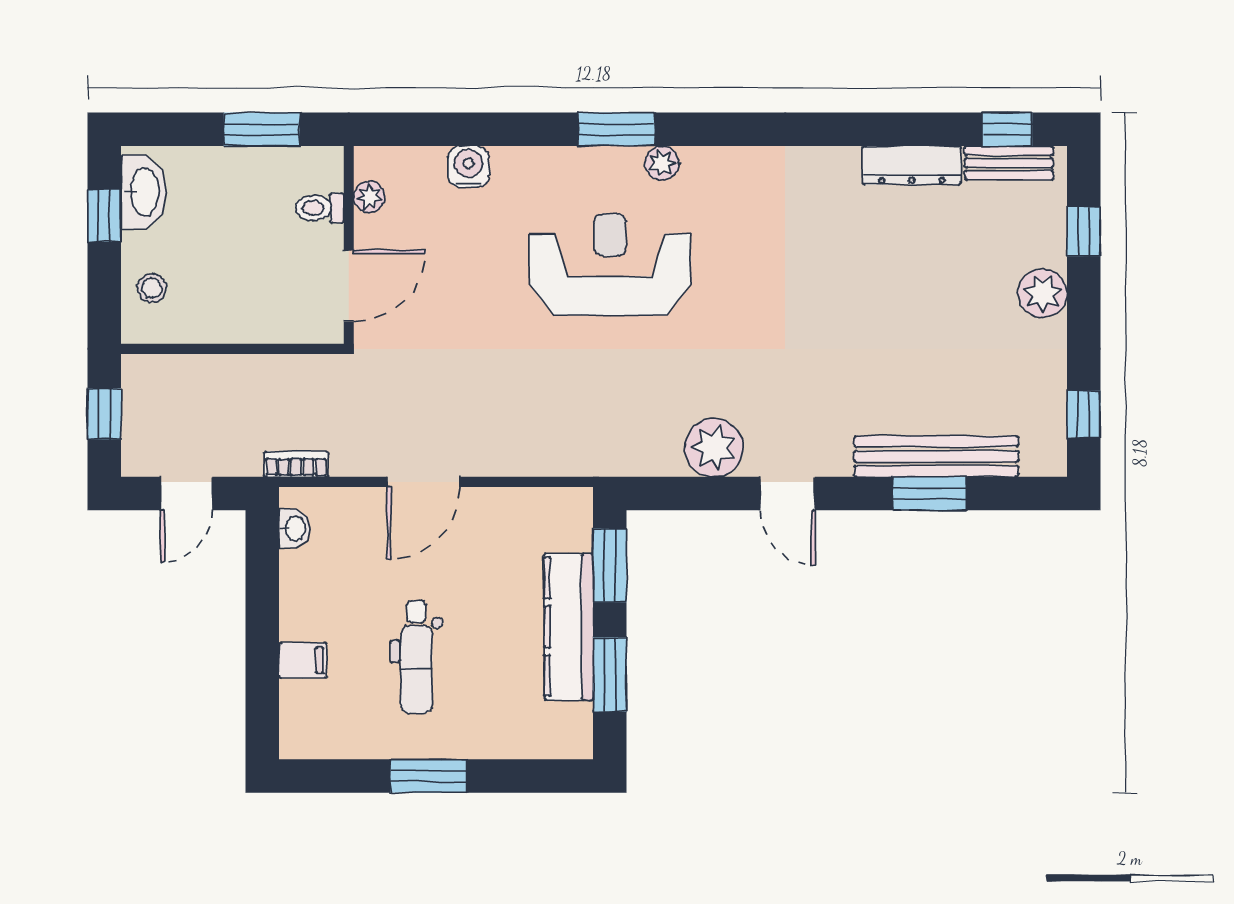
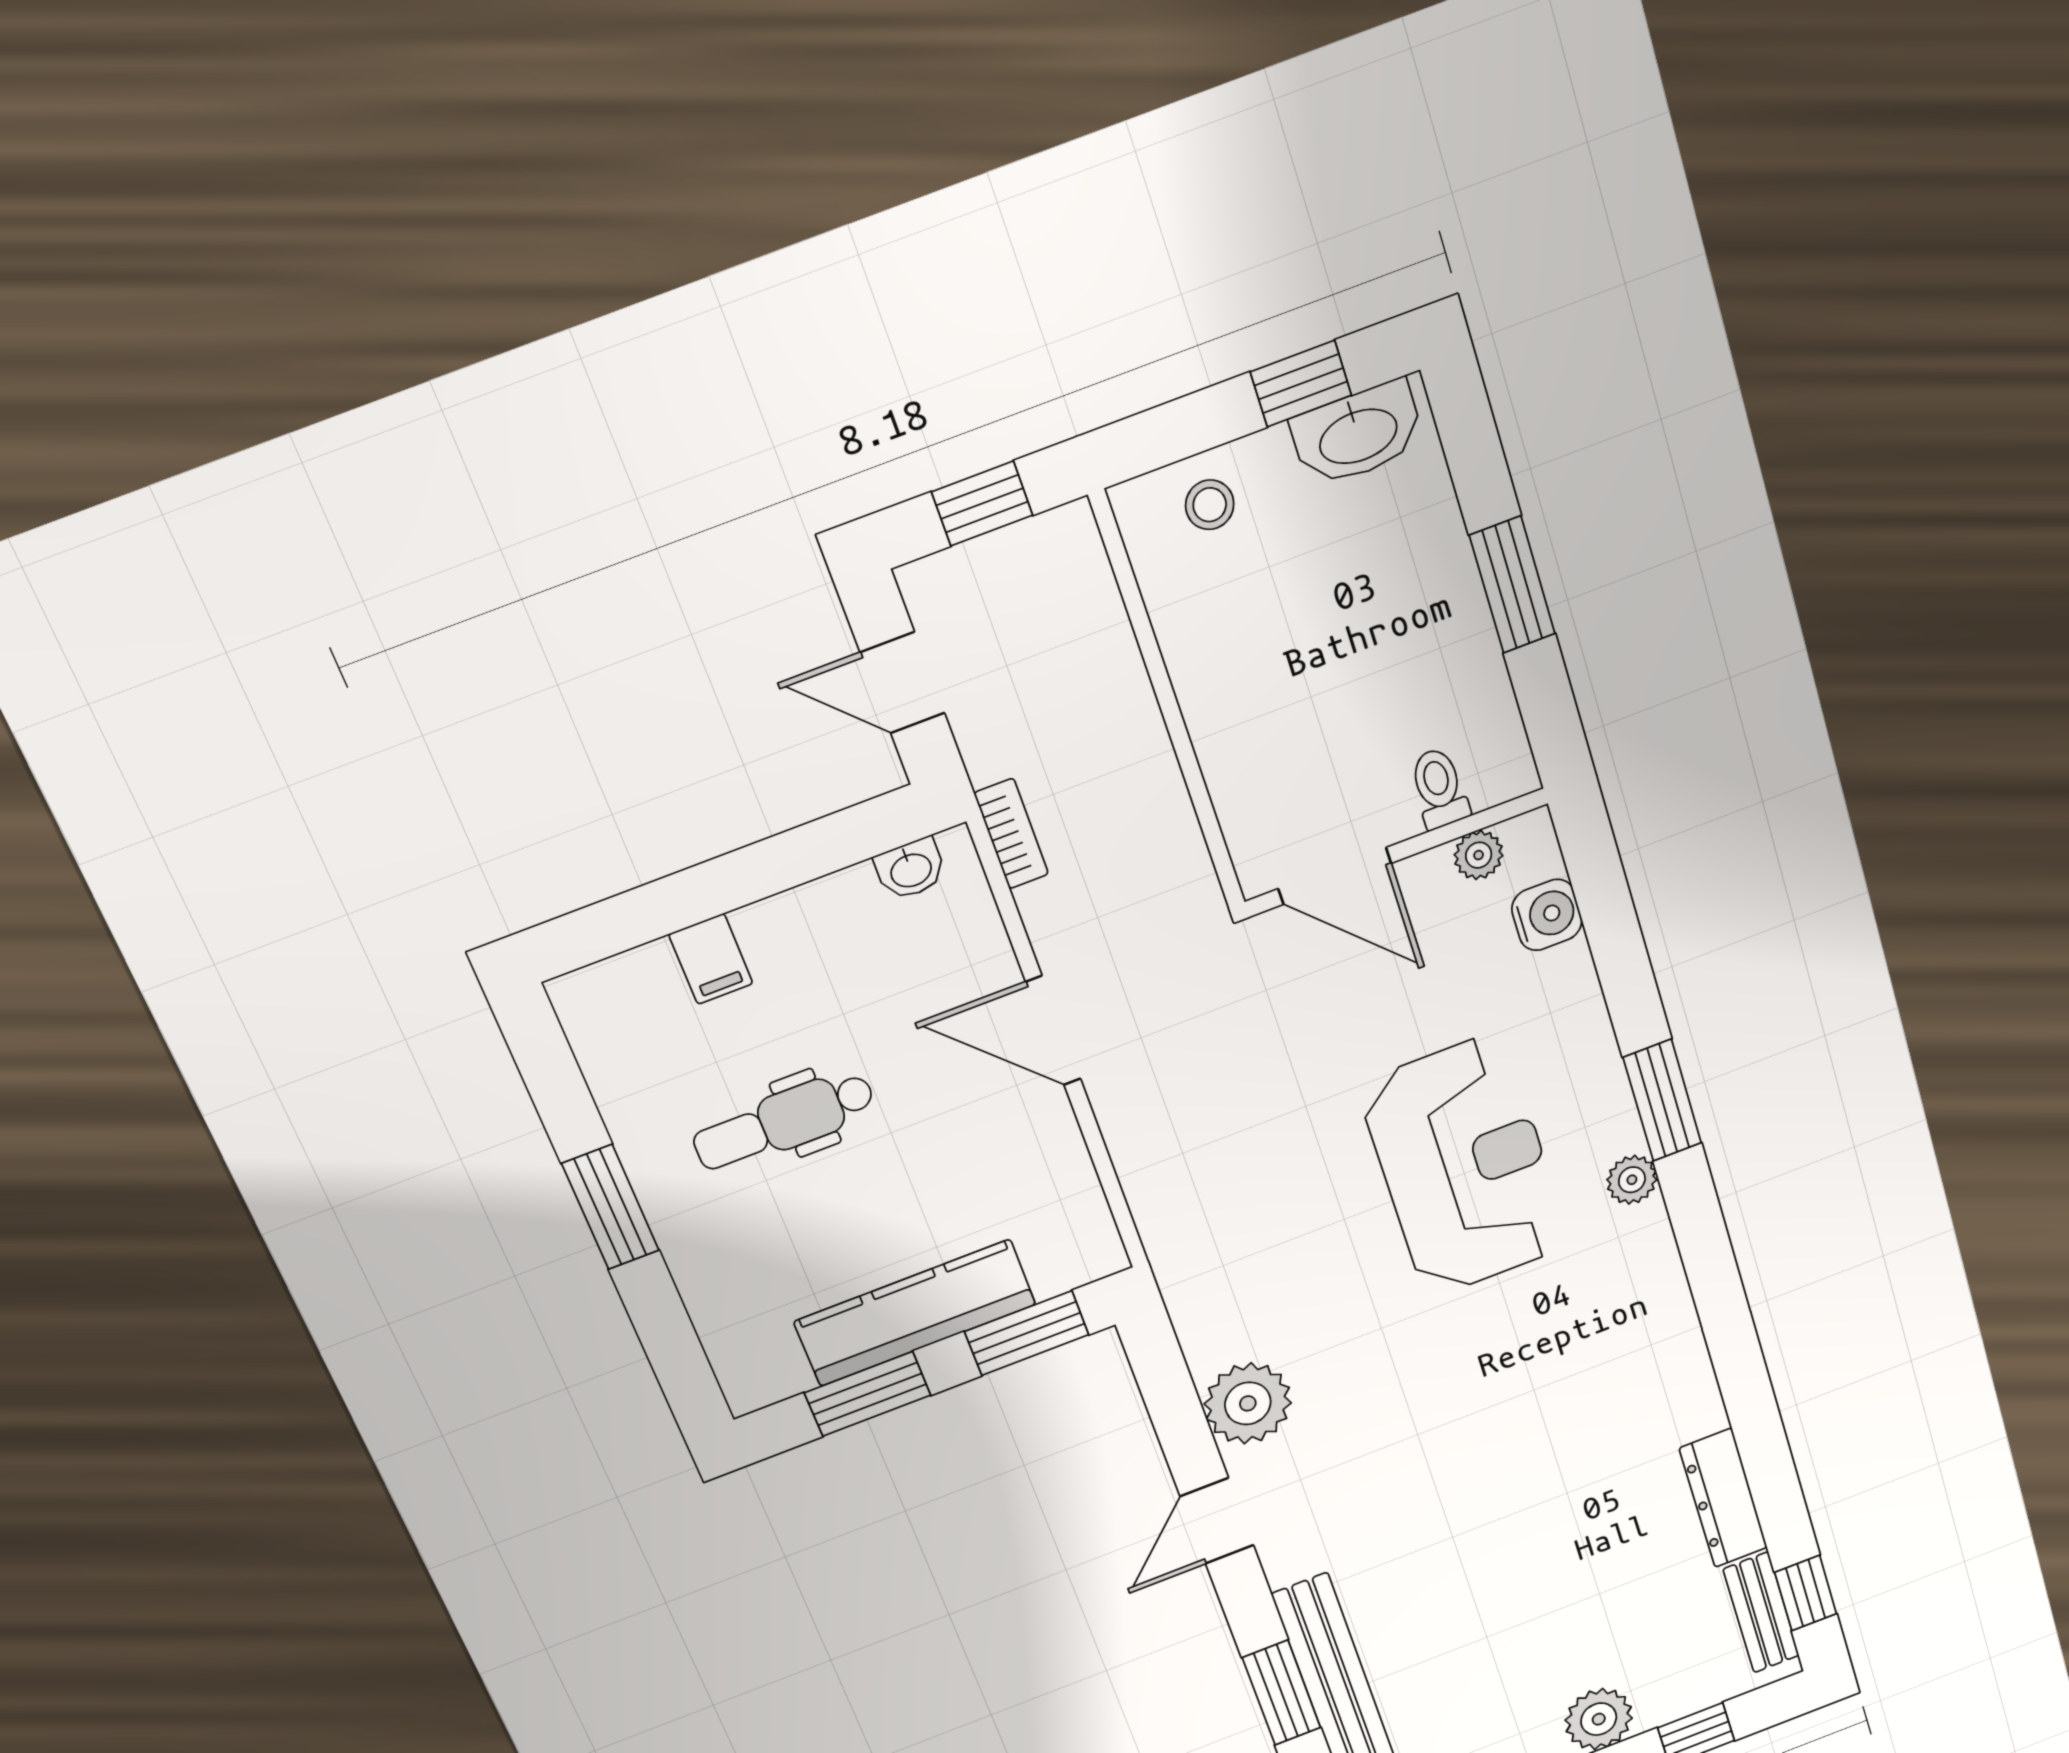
plant: (369, 197) -> (1479, 855), moved
toilet: (320, 208) -> (1439, 788), moved
wall: (349, 245) -> (1397, 852), moved
door: (349, 286) -> (1335, 876), moved

